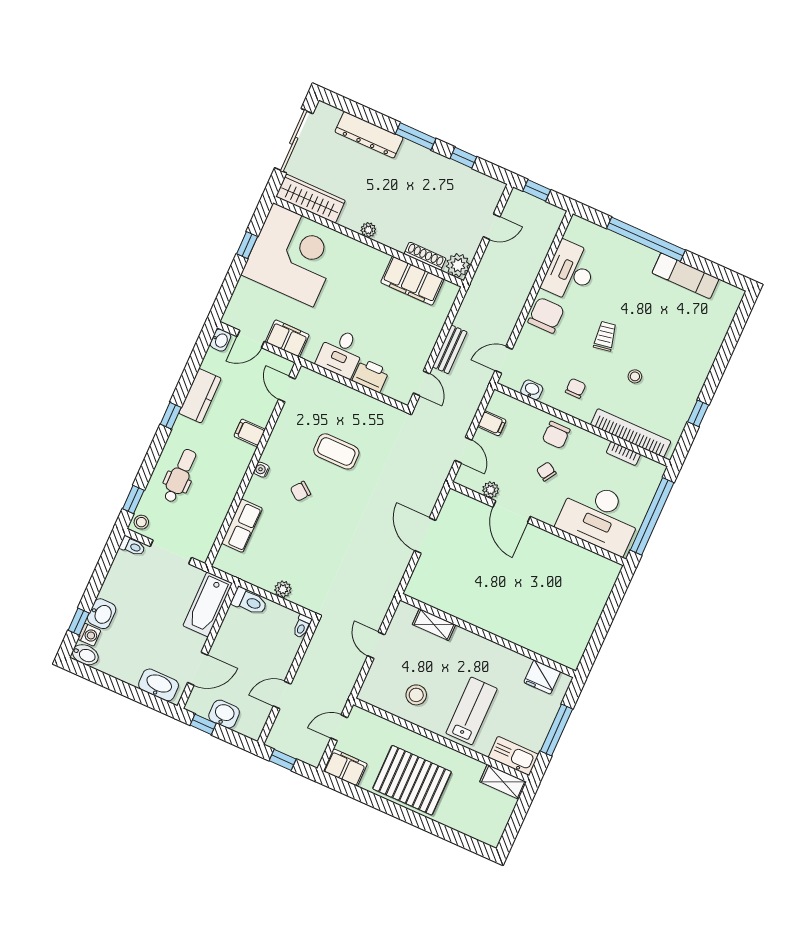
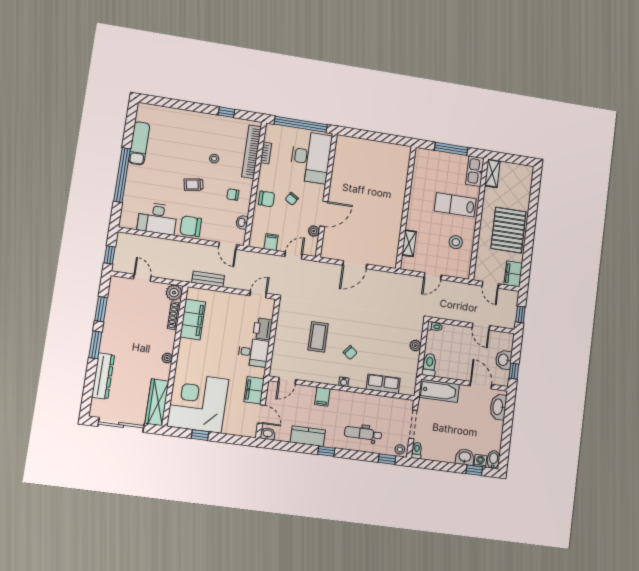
window: (463, 158) -> (101, 309), width x1.50
bench: (450, 349) -> (208, 279), moved
fridge: (542, 677) -> (421, 166), removed

